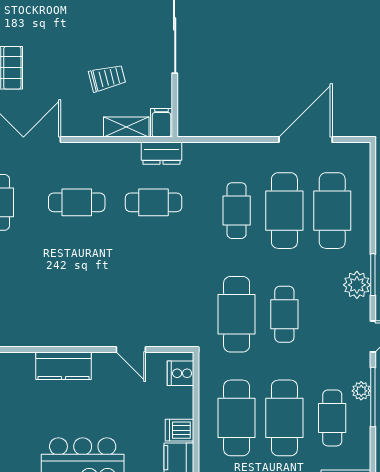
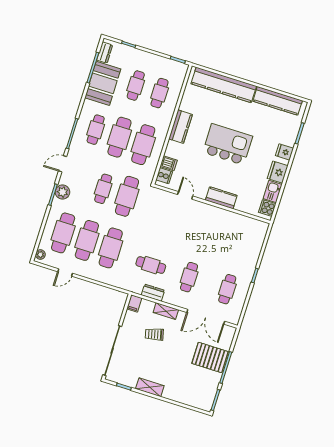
shelving: (126, 127) -> (166, 311), moved
door: (306, 140) -> (65, 272), width x0.53
dresser: (161, 153) -> (153, 293), moved
cafe table: (77, 202) -> (189, 277), turned 90
cafe table: (237, 211) -> (111, 248), width x1.37, depth x1.35
plant: (361, 391) -> (40, 255), moved
dishwasher: (179, 430) -> (169, 163), moved

